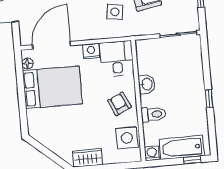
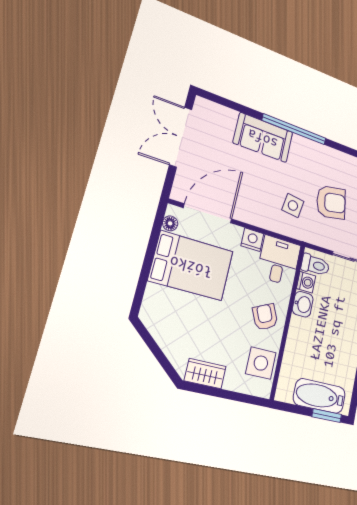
toilet: (153, 114) -> (315, 265), moved
washing machine: (152, 153) -> (306, 282), moved, turned 90
window: (192, 160) -> (327, 416), width x1.50

